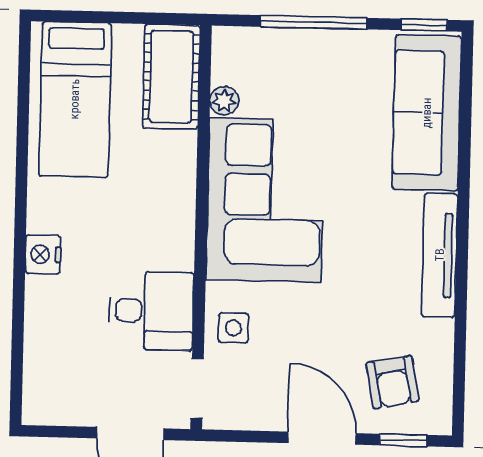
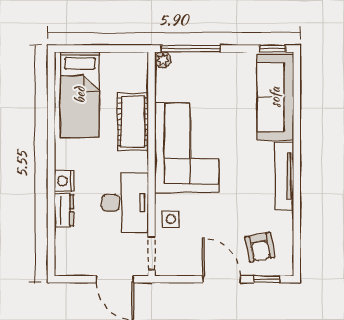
window: (314, 22) -> (191, 49), moved
cot: (171, 77) -> (133, 122), moved
plant: (224, 101) -> (163, 60), moved
dresser: (41, 307) -> (64, 210), added
desk: (151, 311) -> (125, 203), width x1.37

